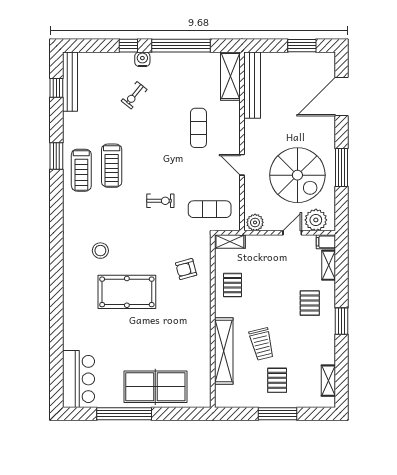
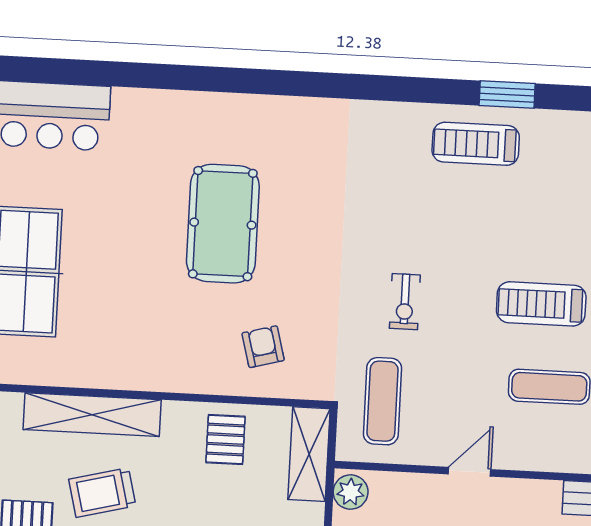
treadmill: (112, 166) -> (541, 304), moved
shelving: (230, 242) -> (309, 454), width x1.50, depth x1.33
stool: (100, 251) -> (310, 174), removed
pallet: (233, 285) -> (226, 439), turned 90

